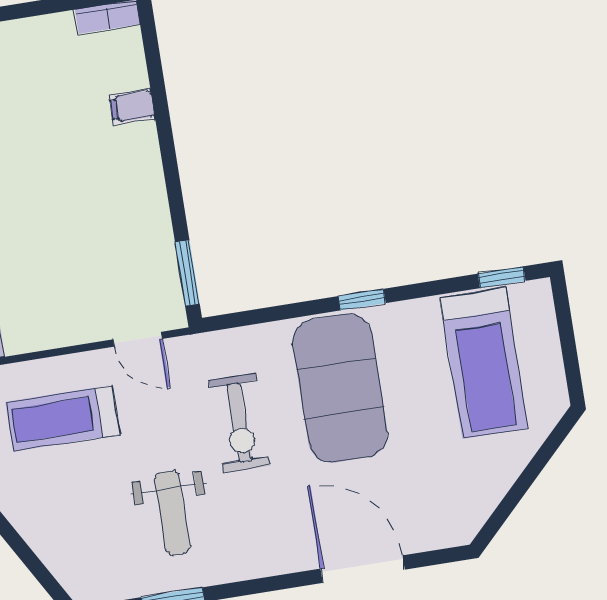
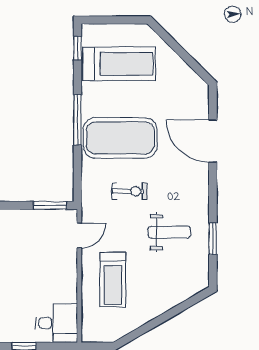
window: (362, 300) -> (77, 120), width x2.17
exercise bike: (239, 423) -> (130, 191), width x0.73, depth x0.72
door: (363, 569) -> (213, 141), hinge flipped

